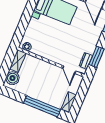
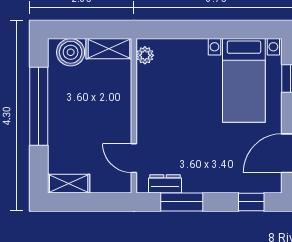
door: (69, 70) -> (134, 158), hinge flipped
window: (42, 106) -> (39, 106), moved

